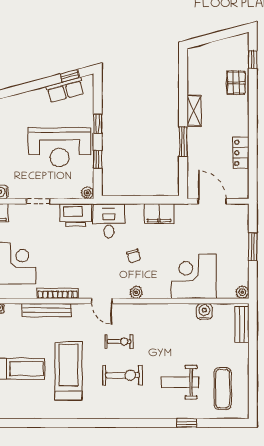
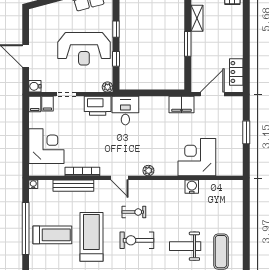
locker: (241, 153) -> (236, 72), moved
door: (212, 201) -> (212, 94), hinge flipped
filing cabinet: (16, 213) -> (47, 104), added
filing cabinet: (159, 214) -> (182, 105), moved
chair: (134, 256) -> (146, 140), removed
plant: (242, 292) -> (238, 171), removed
water cooler: (204, 311) -> (192, 187), moved
bench: (242, 324) -> (237, 198), removed
exercise bike: (123, 375) -> (137, 240), turned 180

